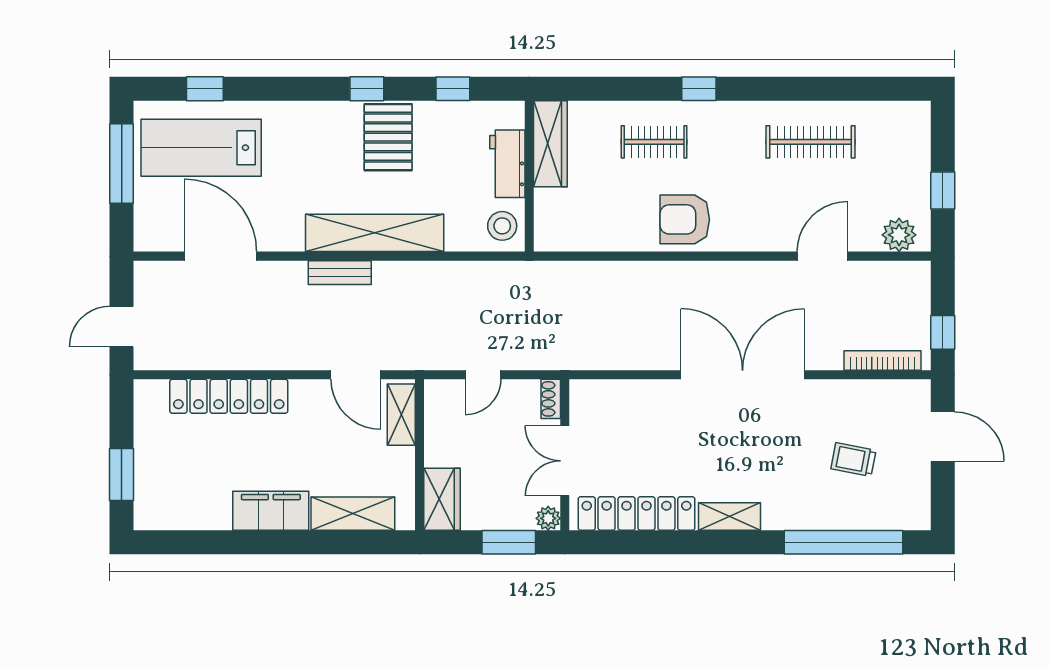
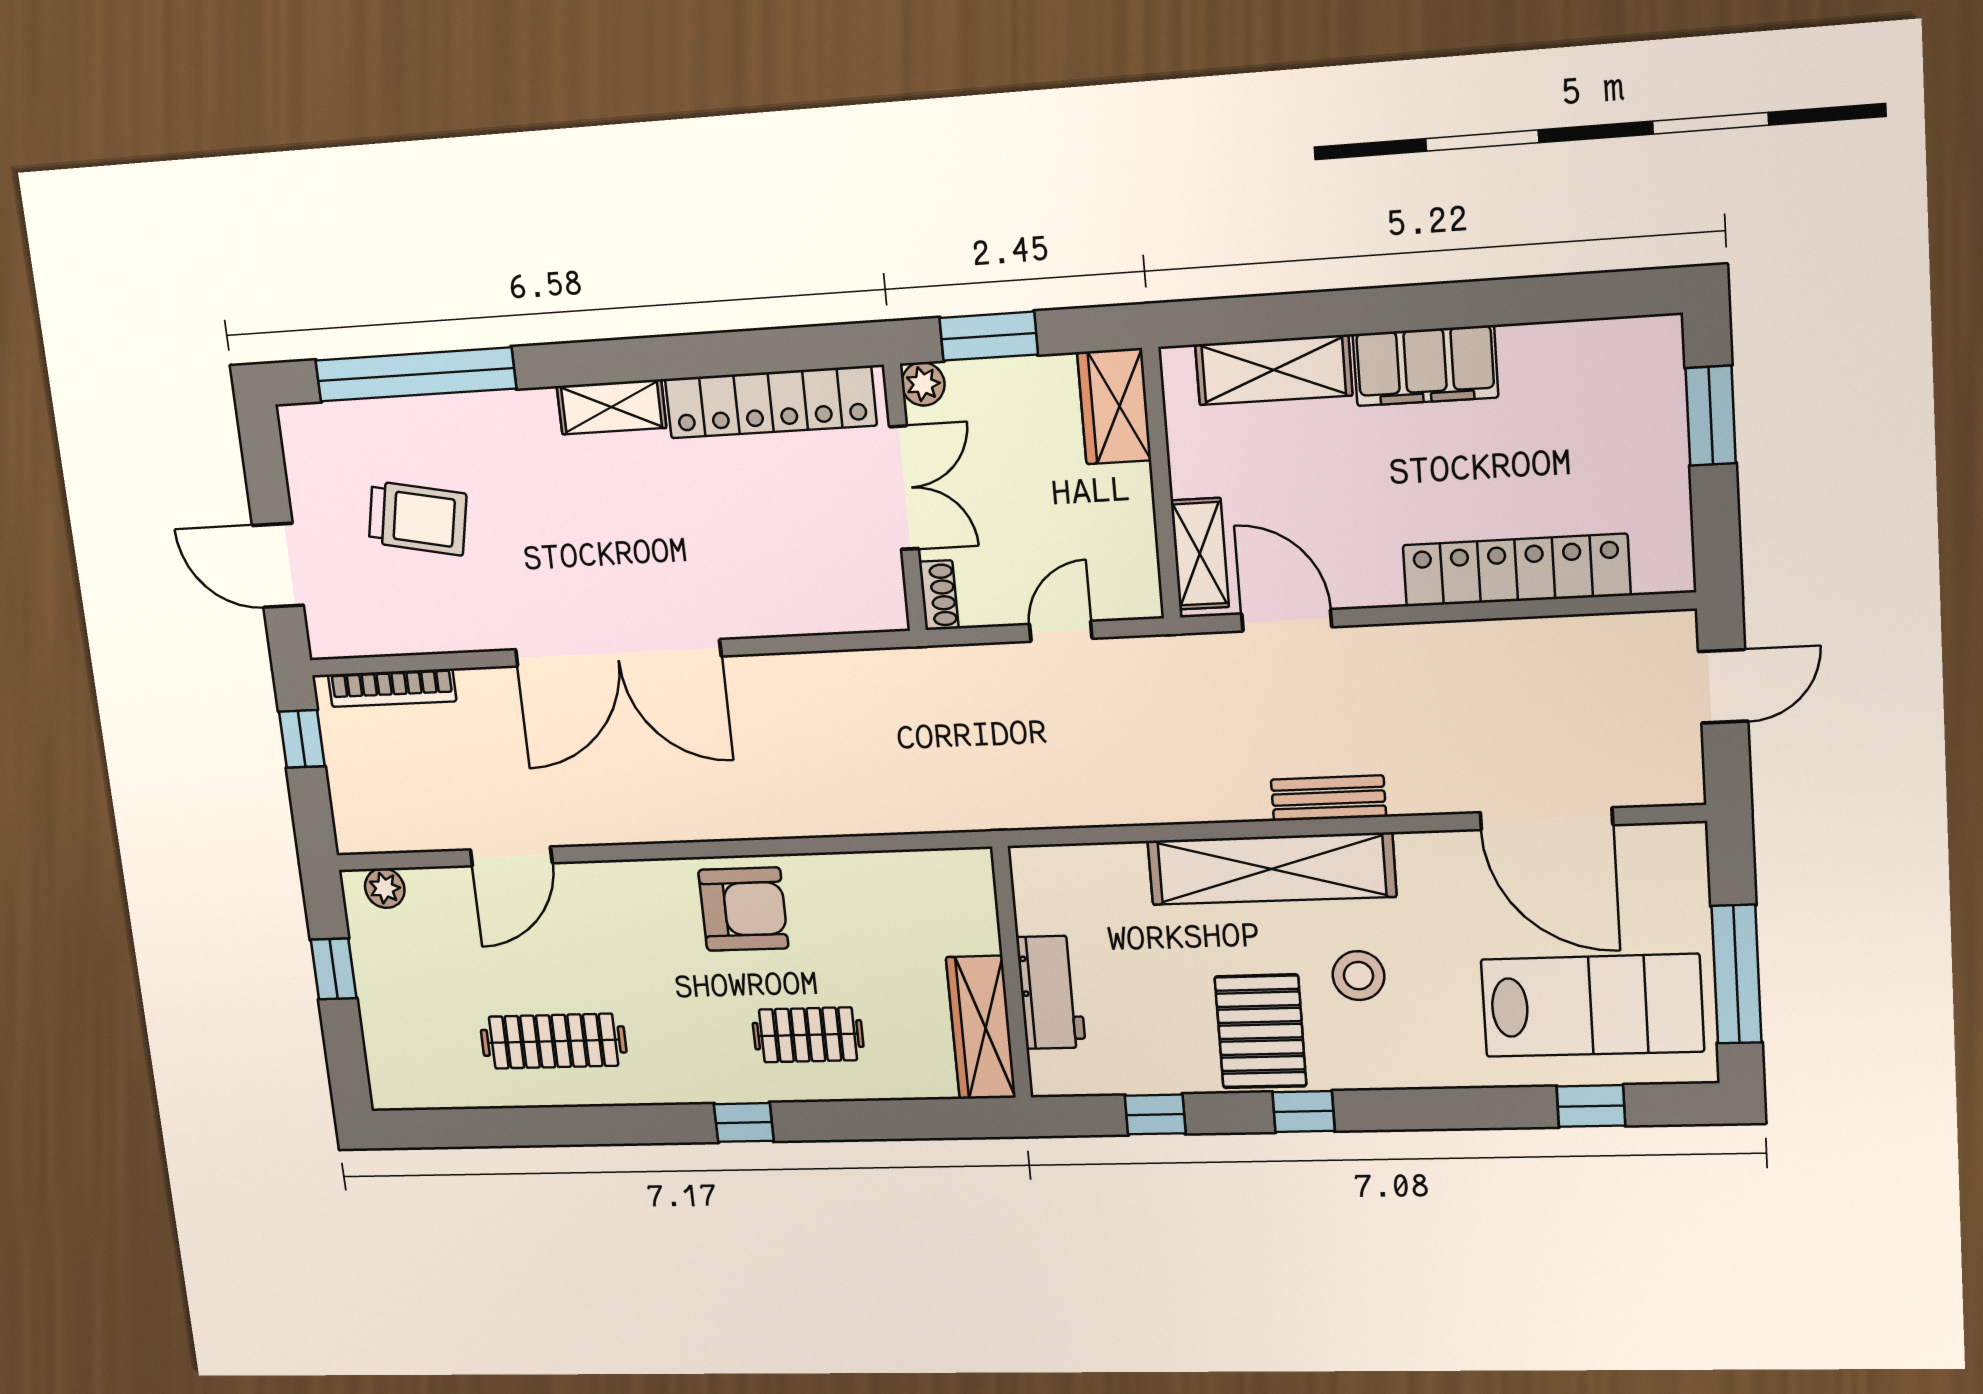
stool: (502, 226) -> (1358, 976), moved
plant: (899, 235) -> (385, 888), width x0.73, depth x0.73
trolley: (853, 459) -> (418, 518), width x1.36, depth x1.39

